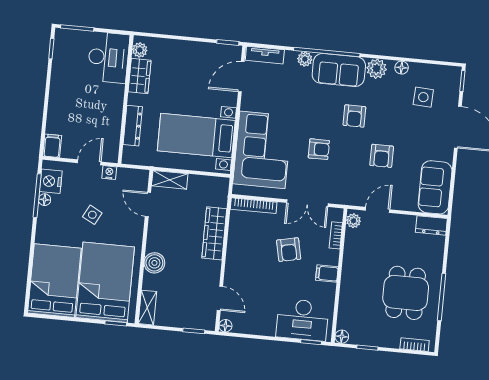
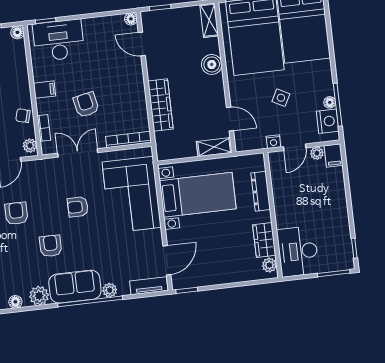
plant: (68, 152) -> (317, 153), added
chair: (354, 252) -> (23, 116), added

